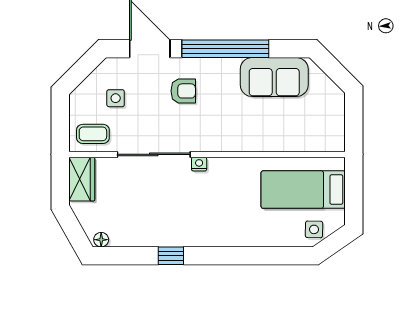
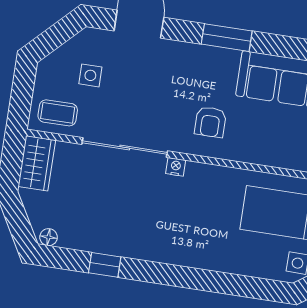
window: (225, 49) -> (227, 38), width x0.47
armchair: (183, 91) -> (210, 122), moved, turned 90
window: (171, 256) -> (105, 265), moved

